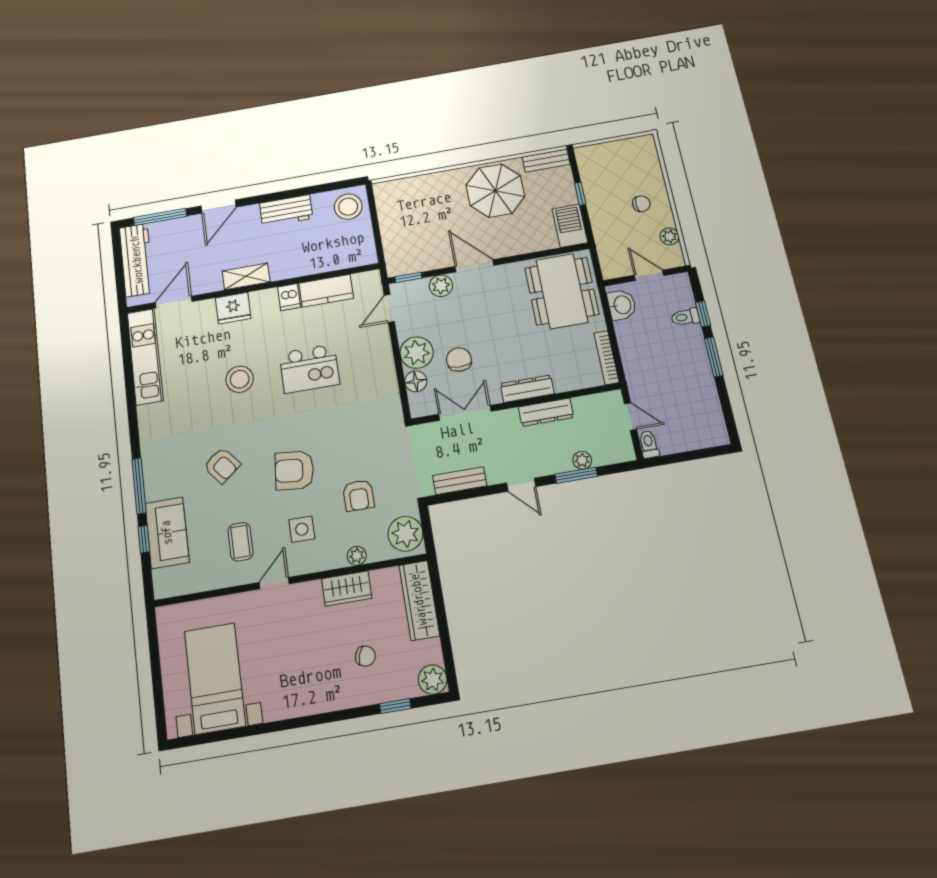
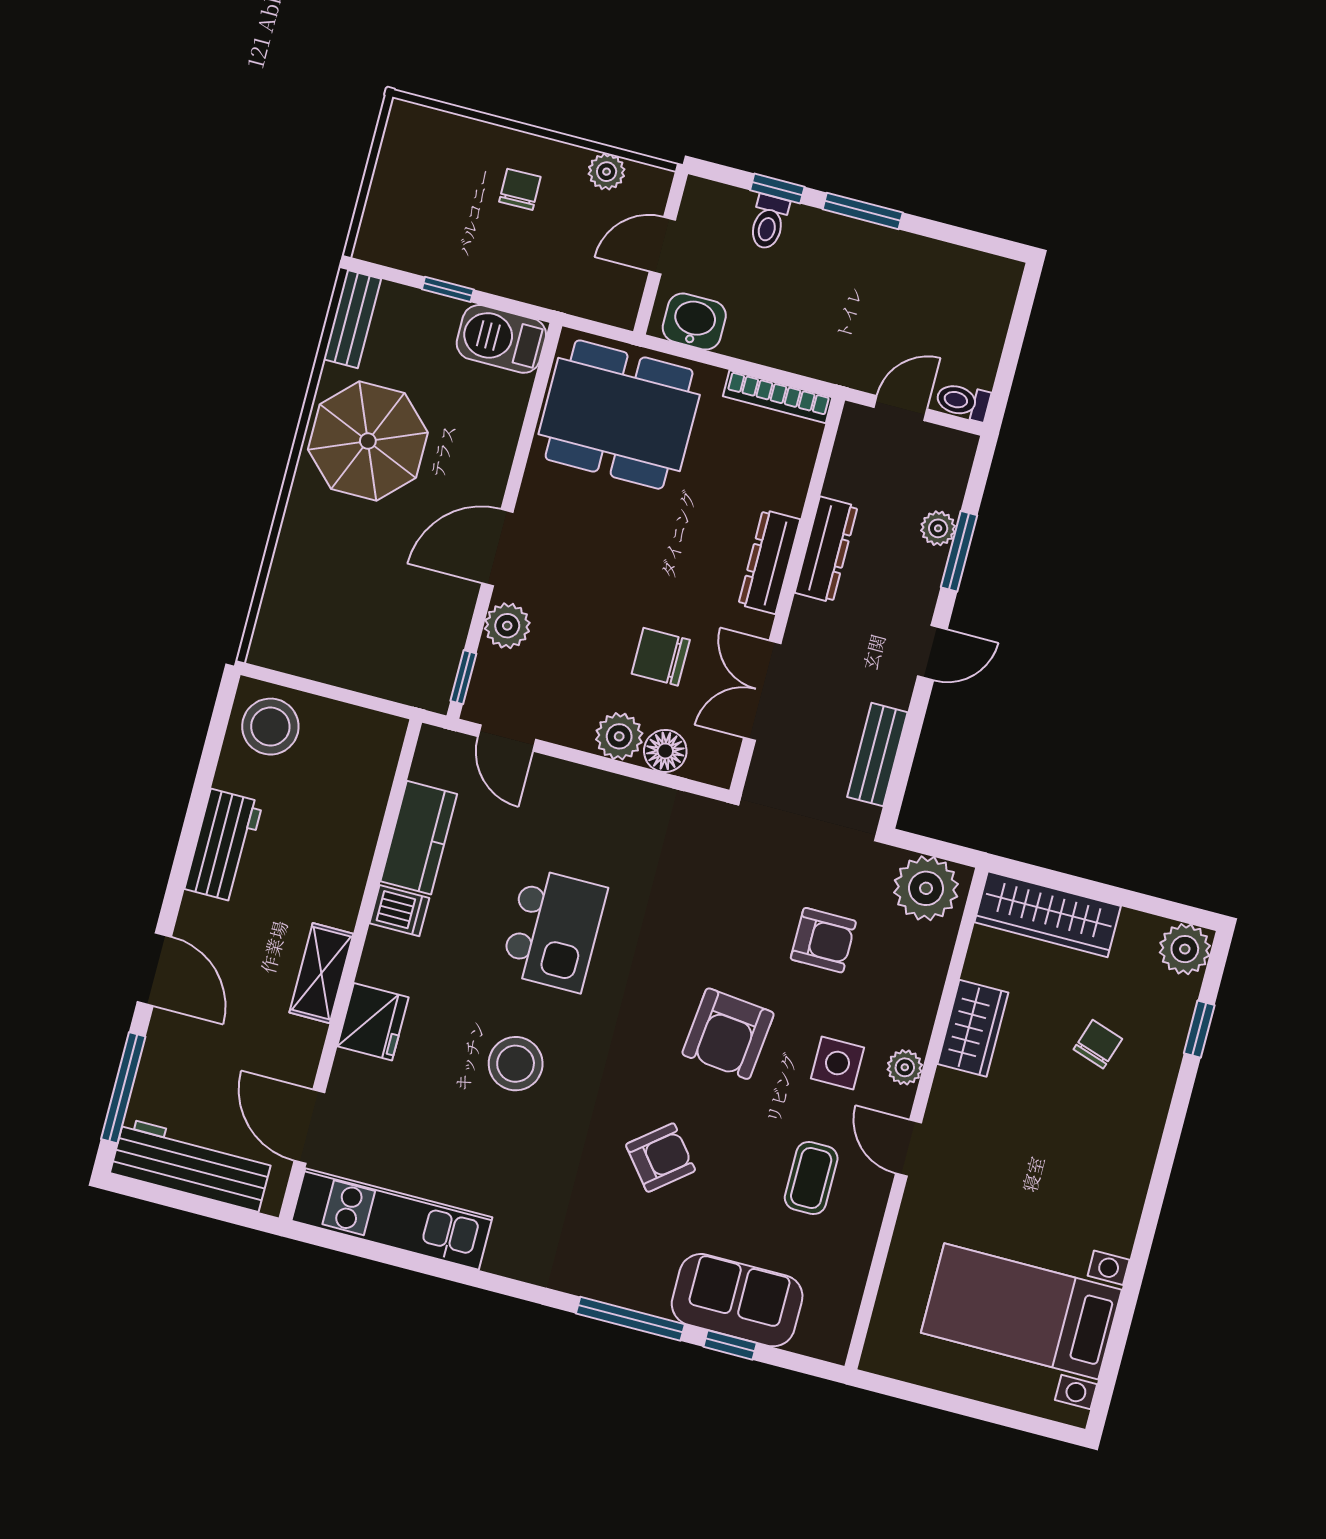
plant: (417, 353) -> (619, 736), width x0.73, depth x0.73
coffee table: (240, 542) -> (811, 1178), turned 90
plant: (357, 556) -> (905, 1067), moved

